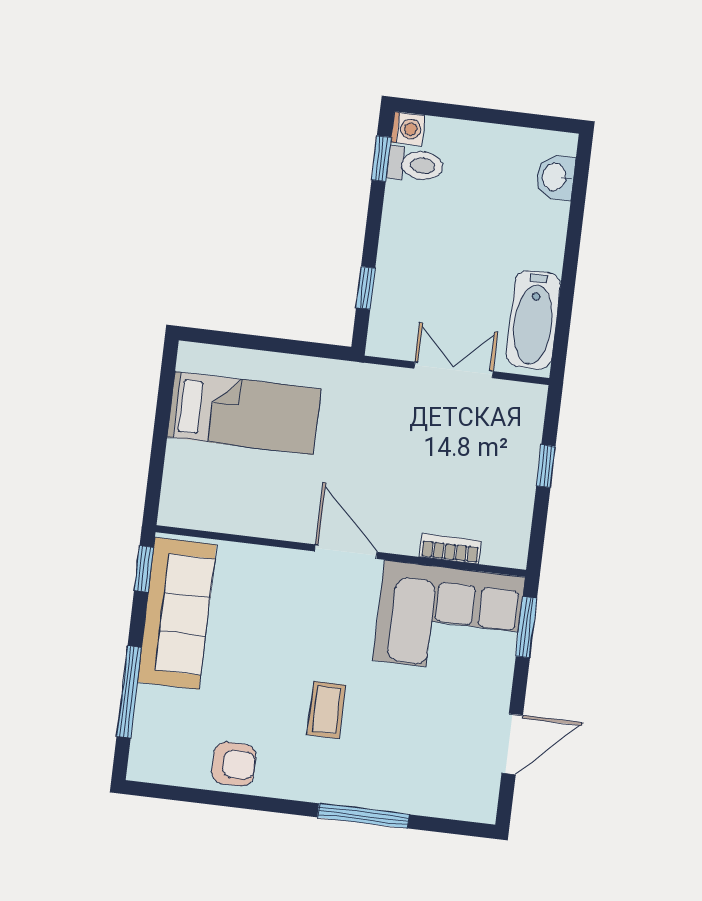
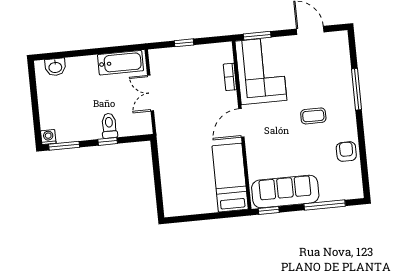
window: (381, 159) -> (64, 146), width x1.50
toilet: (415, 165) -> (109, 126), moved
window: (366, 288) -> (108, 141), moved
bed: (244, 413) -> (230, 178), moved

